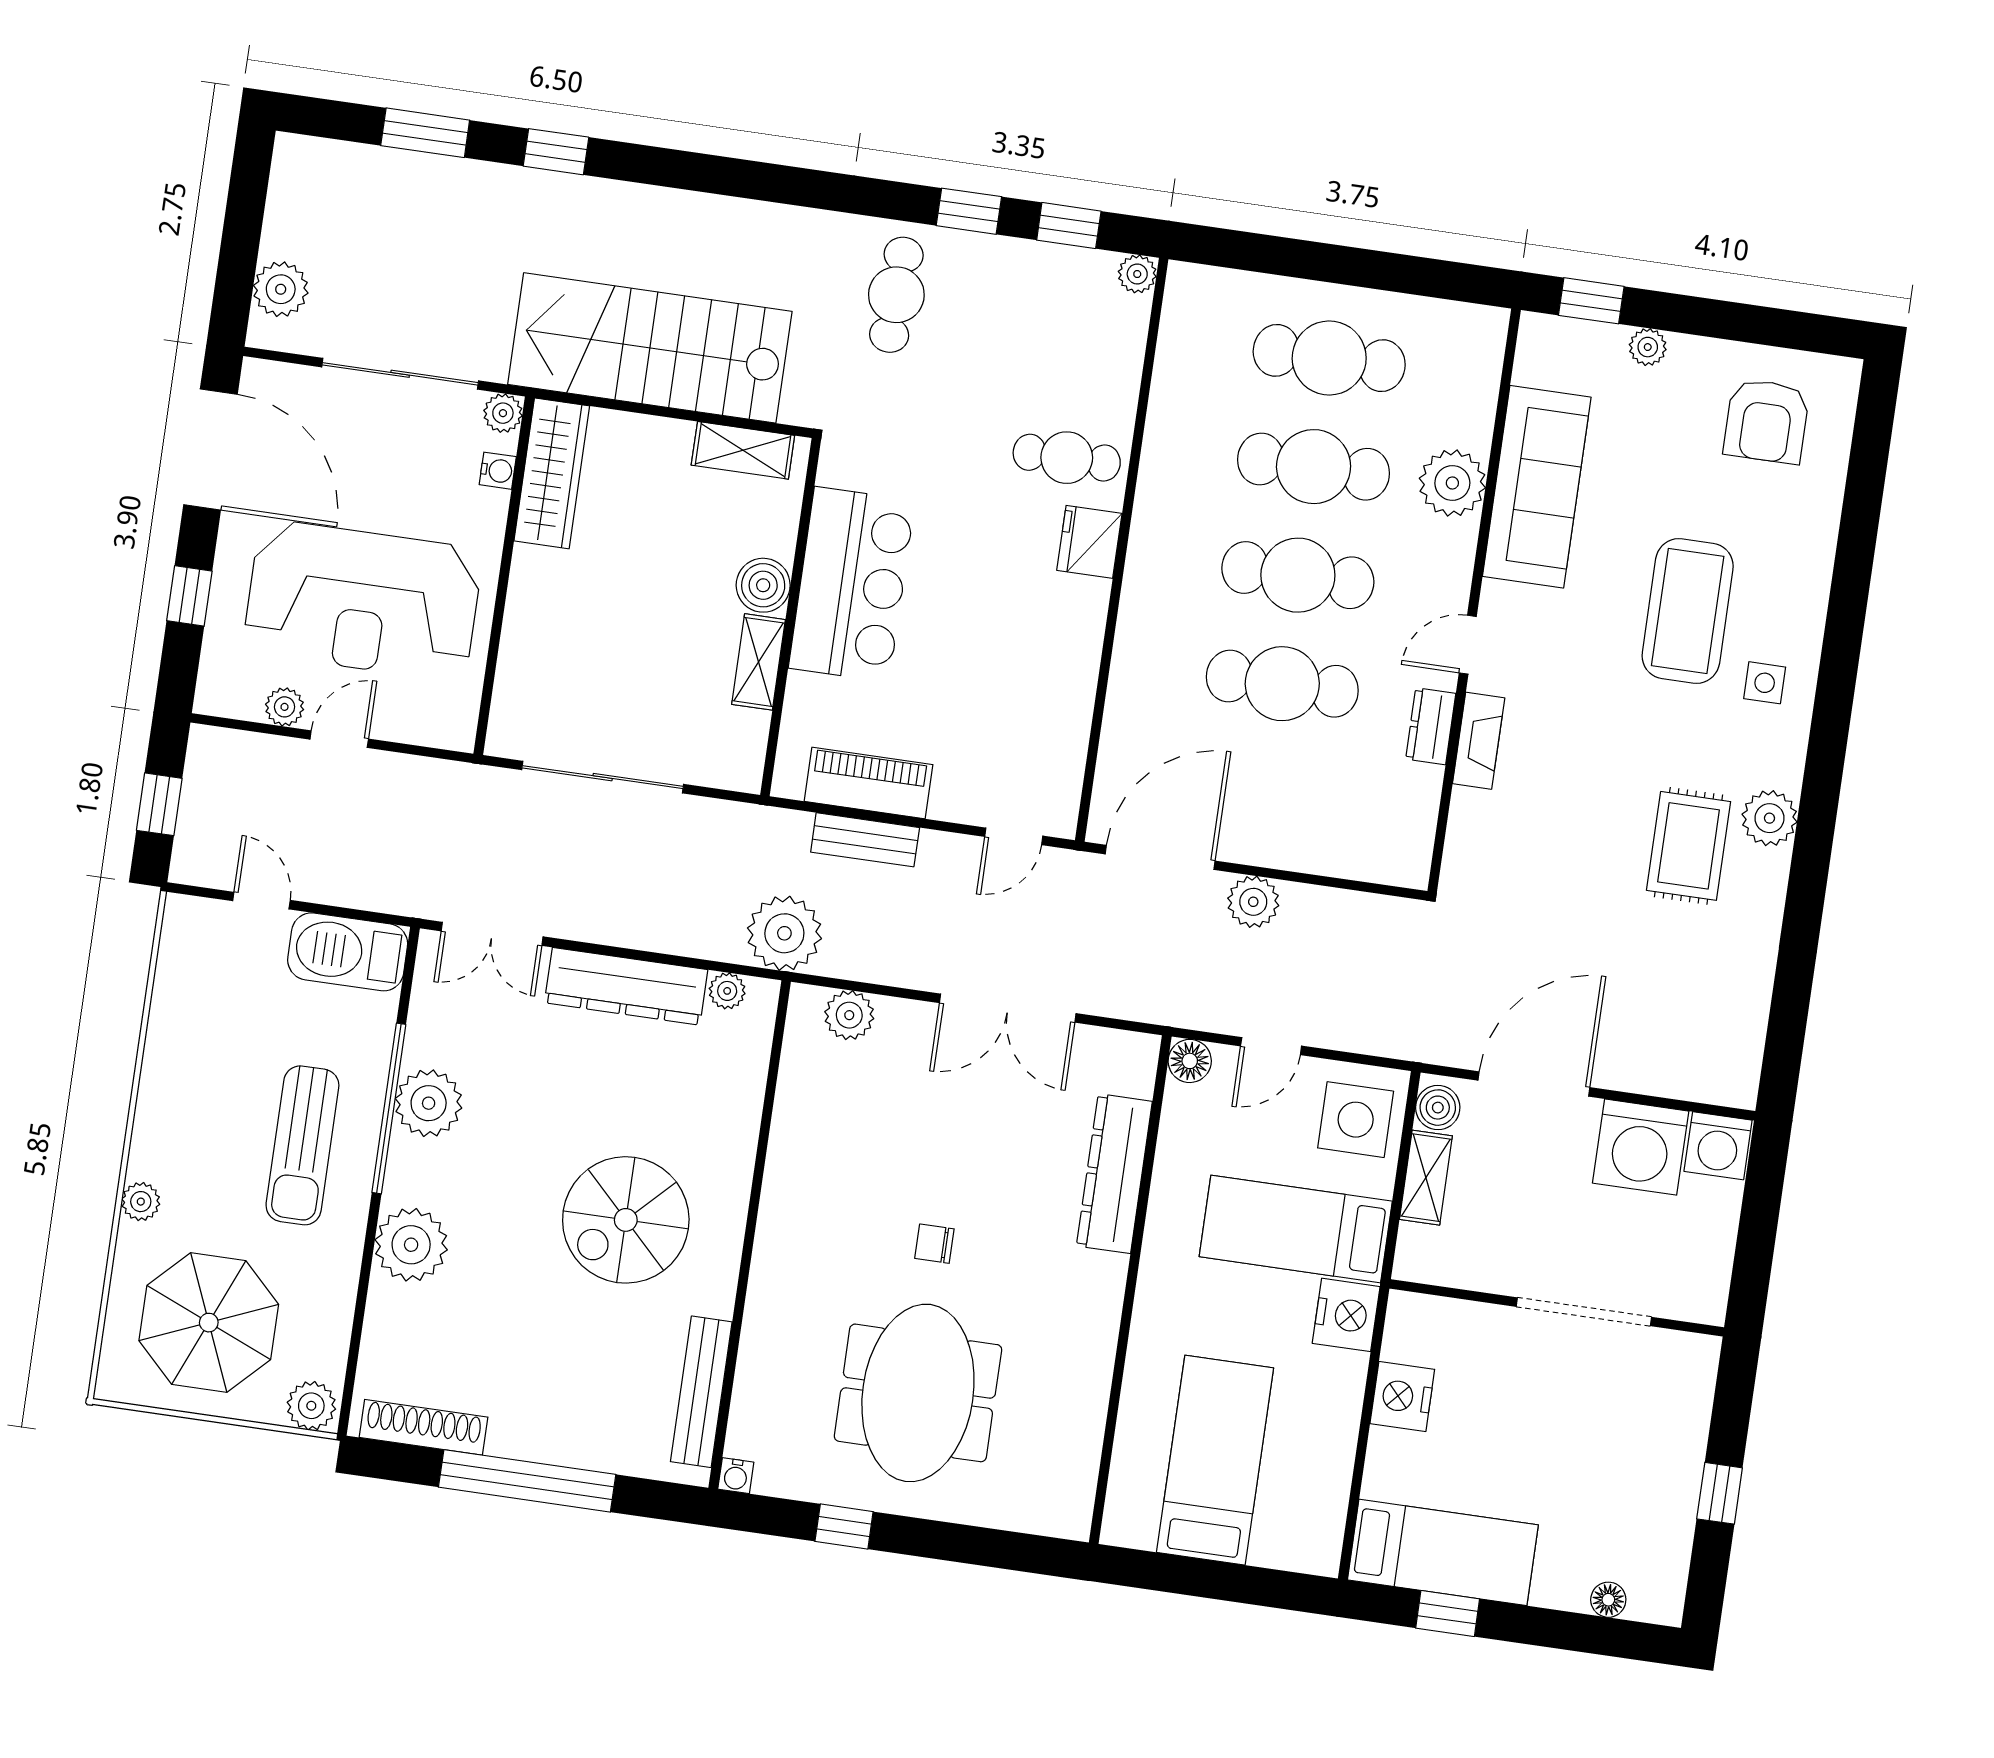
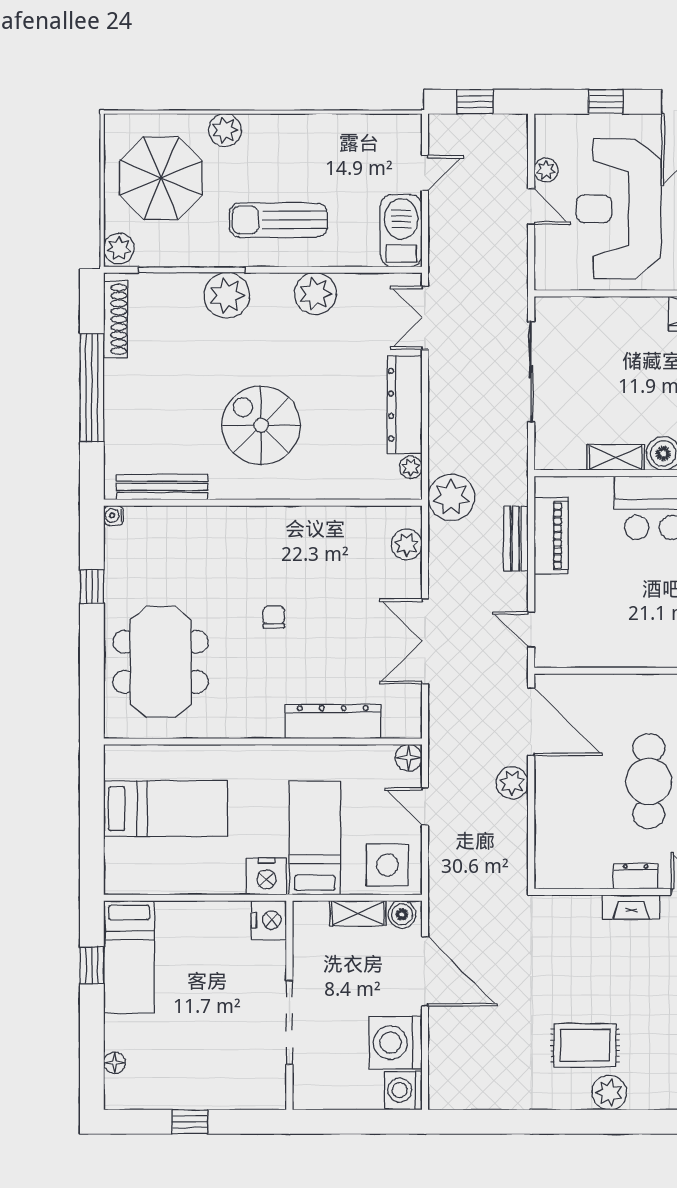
window: (389, 1108) -> (192, 270), moved
plant: (141, 1202) -> (225, 130), width x1.38, depth x1.38
meeting table: (918, 1393) -> (161, 662), moved, turned 90
nightstand: (1402, 1396) -> (269, 920), moved, turned 90

